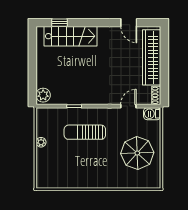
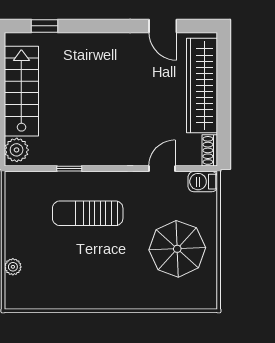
stairs: (71, 36) -> (21, 91), moved, turned -90
plant: (41, 142) -> (13, 267), moved

